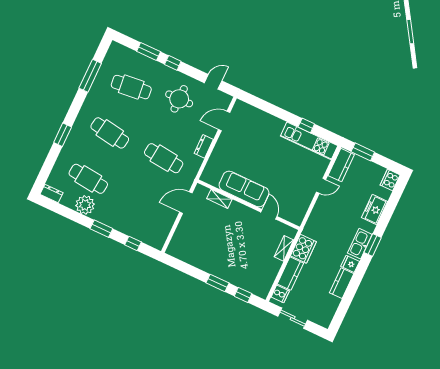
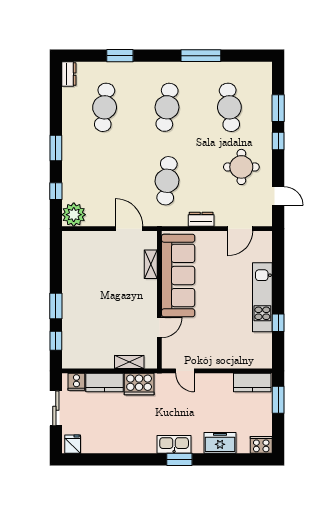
window: (90, 76) -> (201, 56), moved
door: (224, 121) -> (240, 229), swing flipped
window: (63, 135) -> (120, 56), moved
kitchen unit: (309, 141) -> (262, 297), moved
door: (321, 186) -> (185, 371), moved
sofa: (244, 189) -> (178, 275), width x1.36, depth x1.27
plant: (85, 205) -> (74, 215), moved
fridge: (350, 264) -> (73, 444), moved
kitchen counter: (342, 283) -> (120, 445), removed

